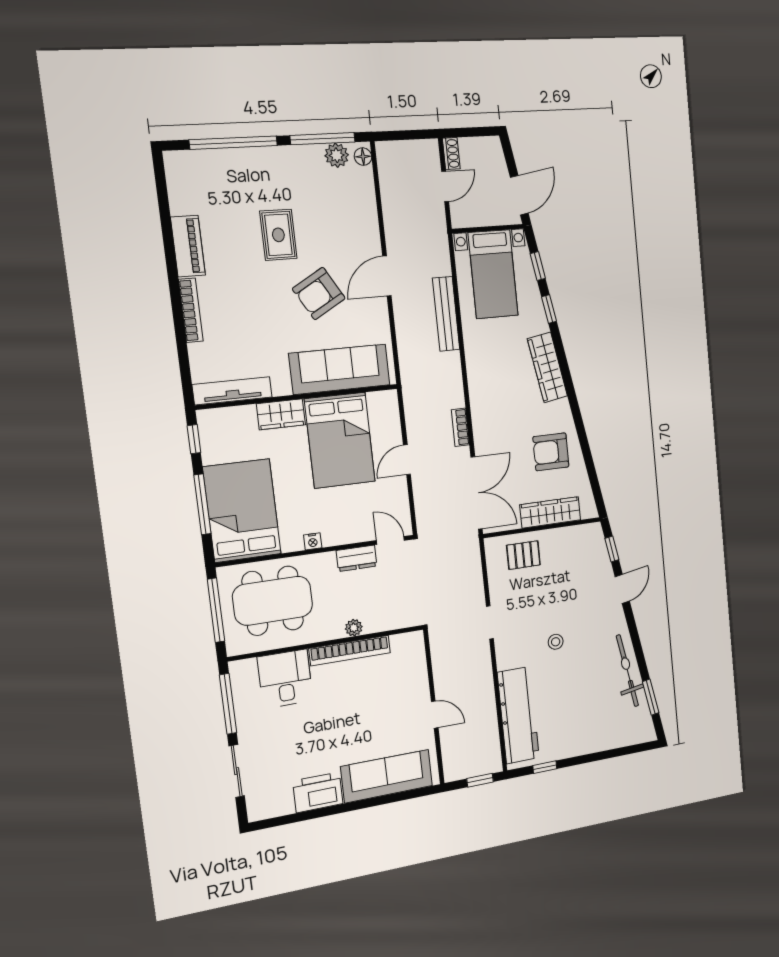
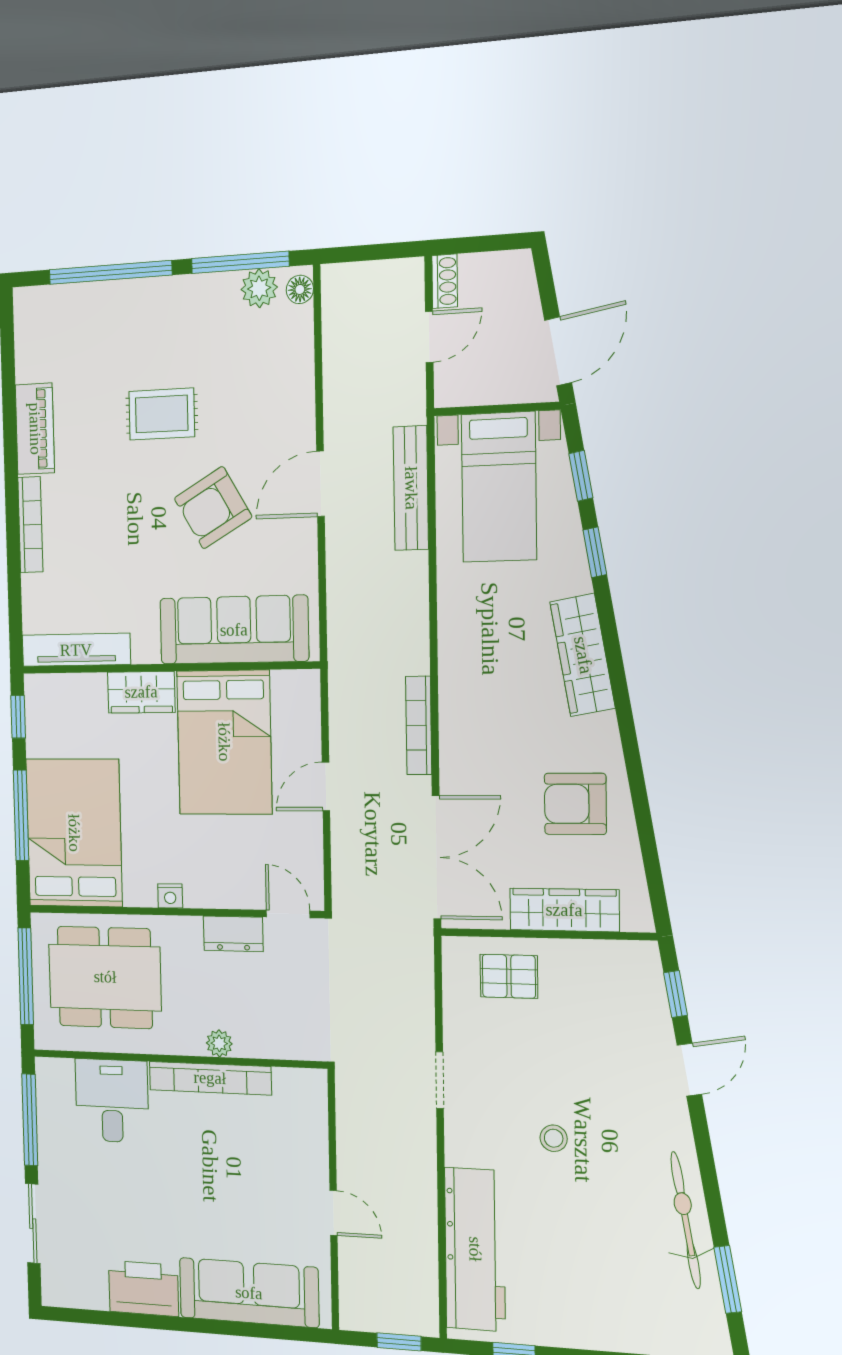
rug: (278, 235) -> (162, 414), turned 90
bench: (446, 314) -> (411, 488), moved
bookcase: (460, 427) -> (419, 725), width x1.56

